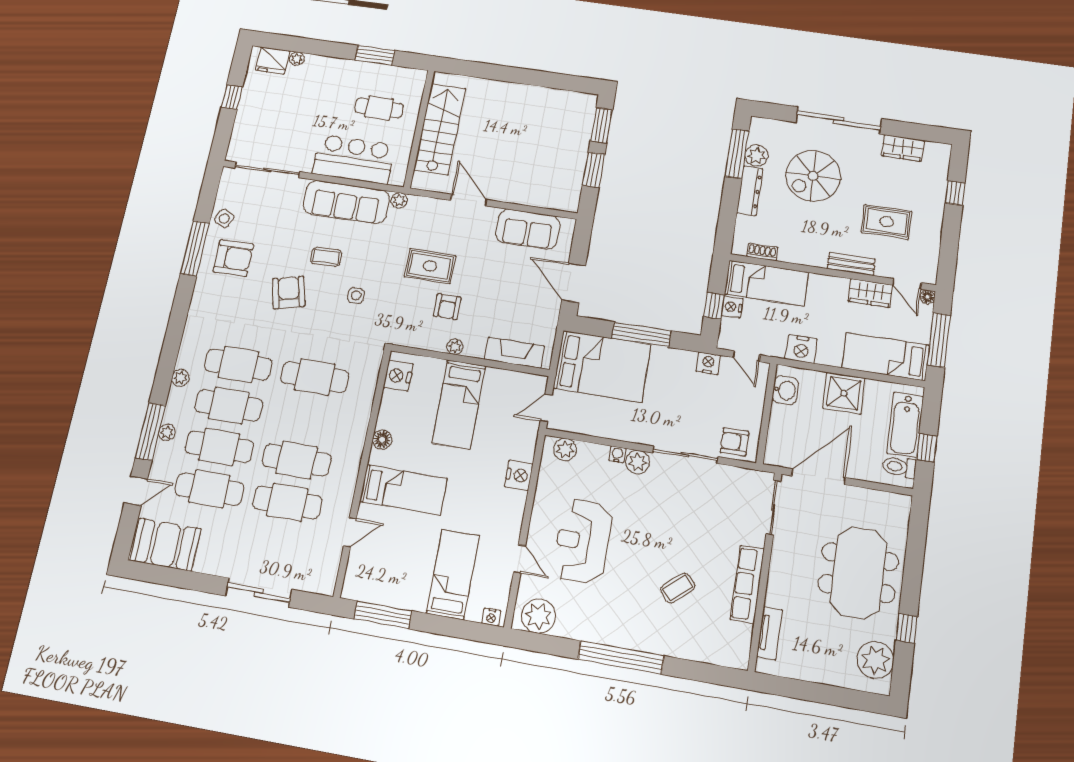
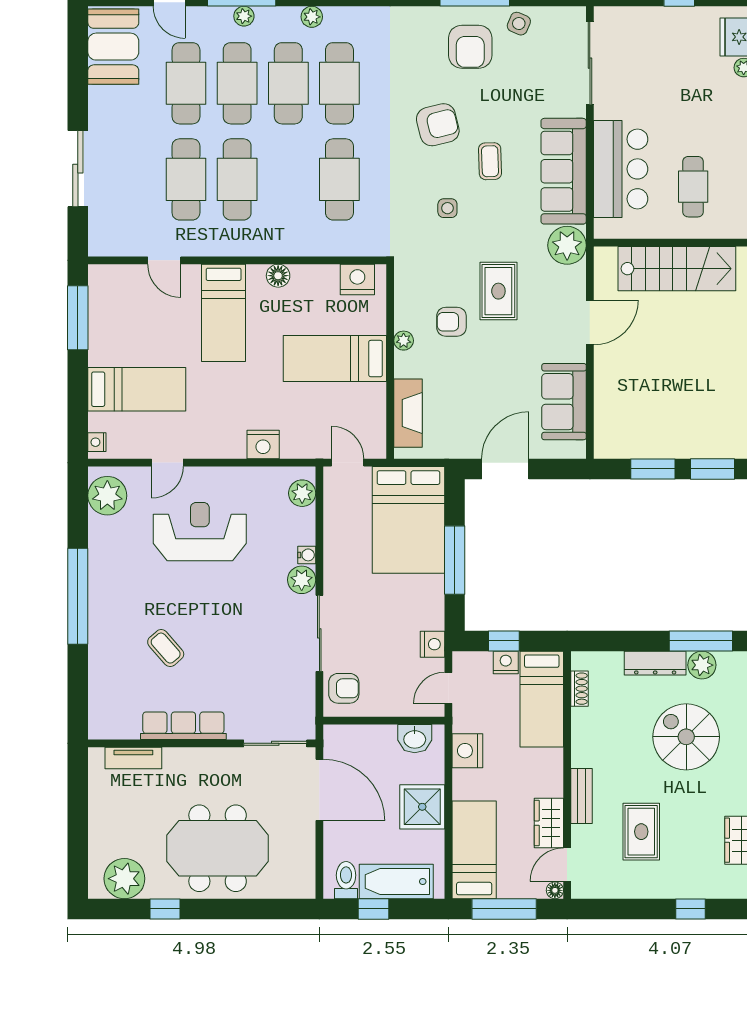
plant: (399, 200) -> (567, 245), width x1.87, depth x1.87
armchair: (735, 442) -> (344, 688), turned 90

